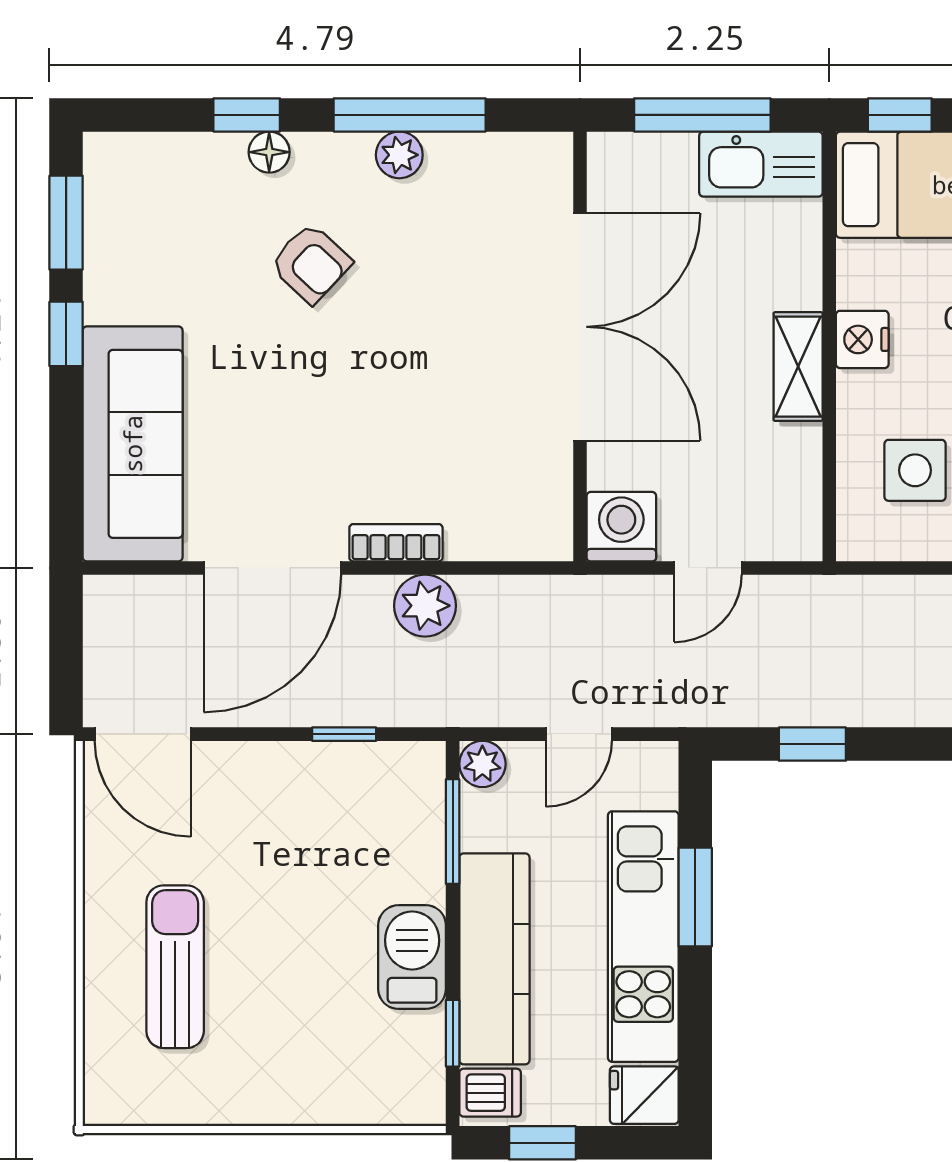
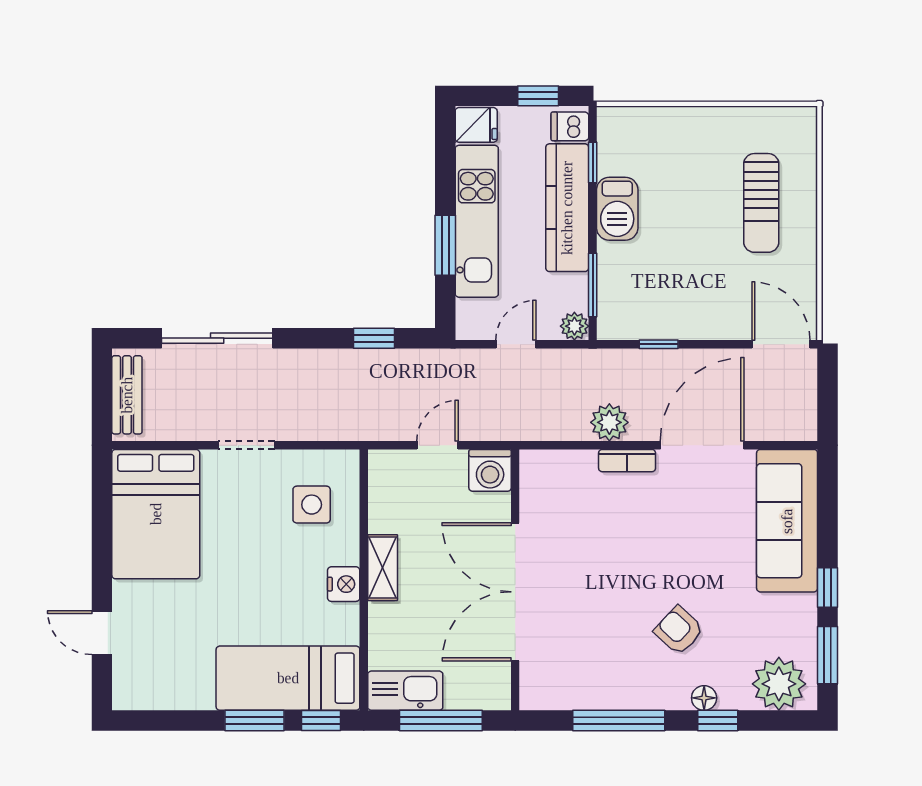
plant: (399, 155) -> (779, 684), moved, width x1.88, depth x1.88

